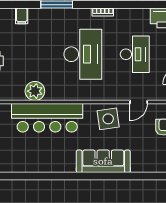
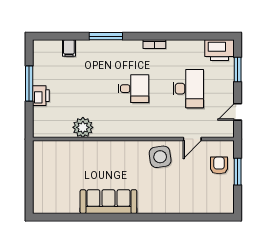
desk: (83, 54) -> (133, 89), width x0.53, depth x0.77
bar counter: (47, 118) -> (96, 156), removed
sofa: (103, 161) -> (108, 202), moved

